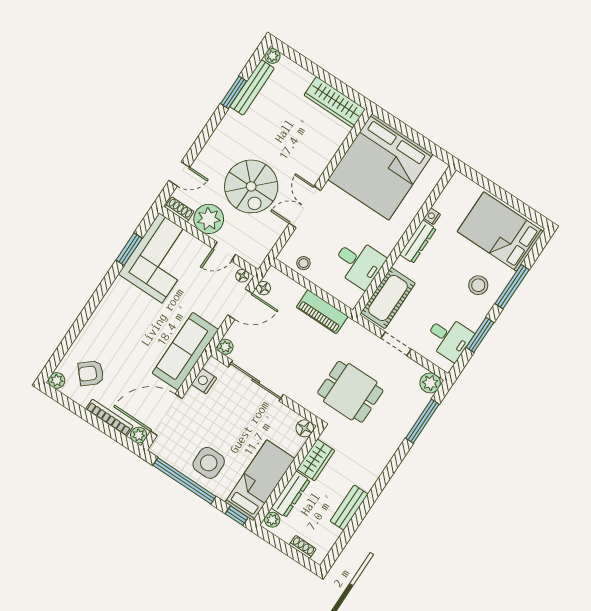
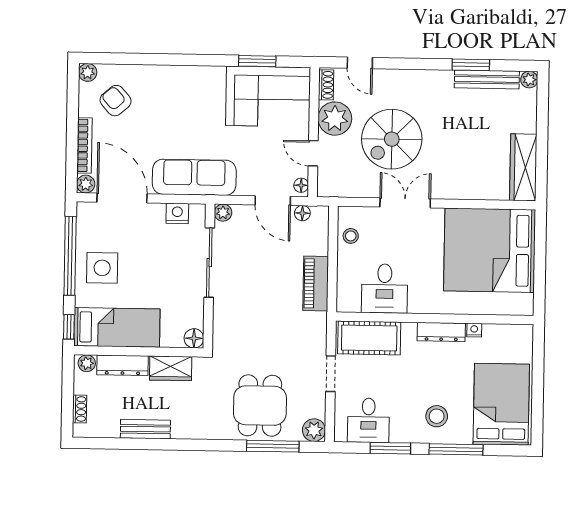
dining table: (350, 392) -> (260, 406), moved

